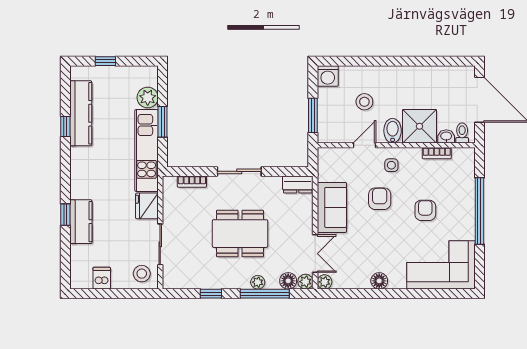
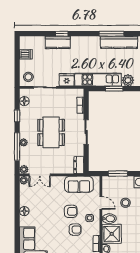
window: (65, 127) -> (112, 34), width x2.17
sofa: (332, 207) -> (79, 184), moved
armchair: (425, 210) -> (75, 230), moved
floor lamp: (288, 281) -> (24, 101), moved

